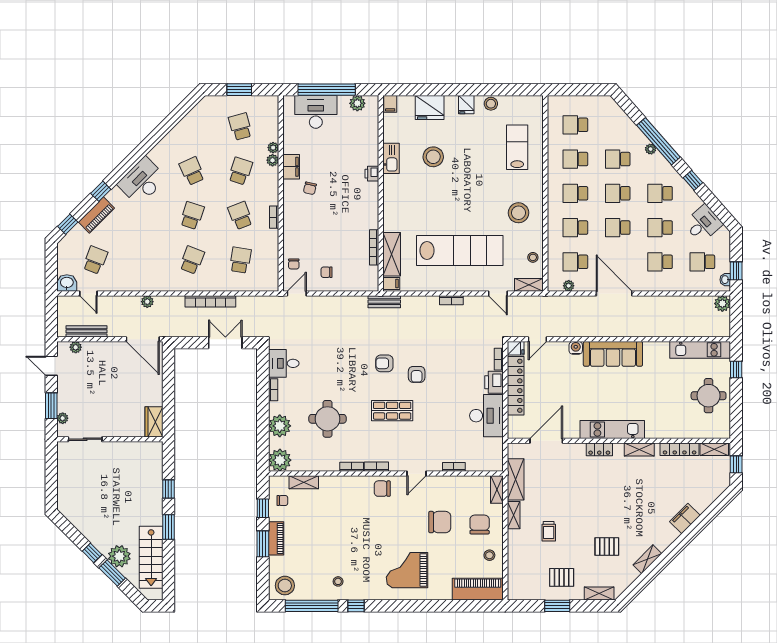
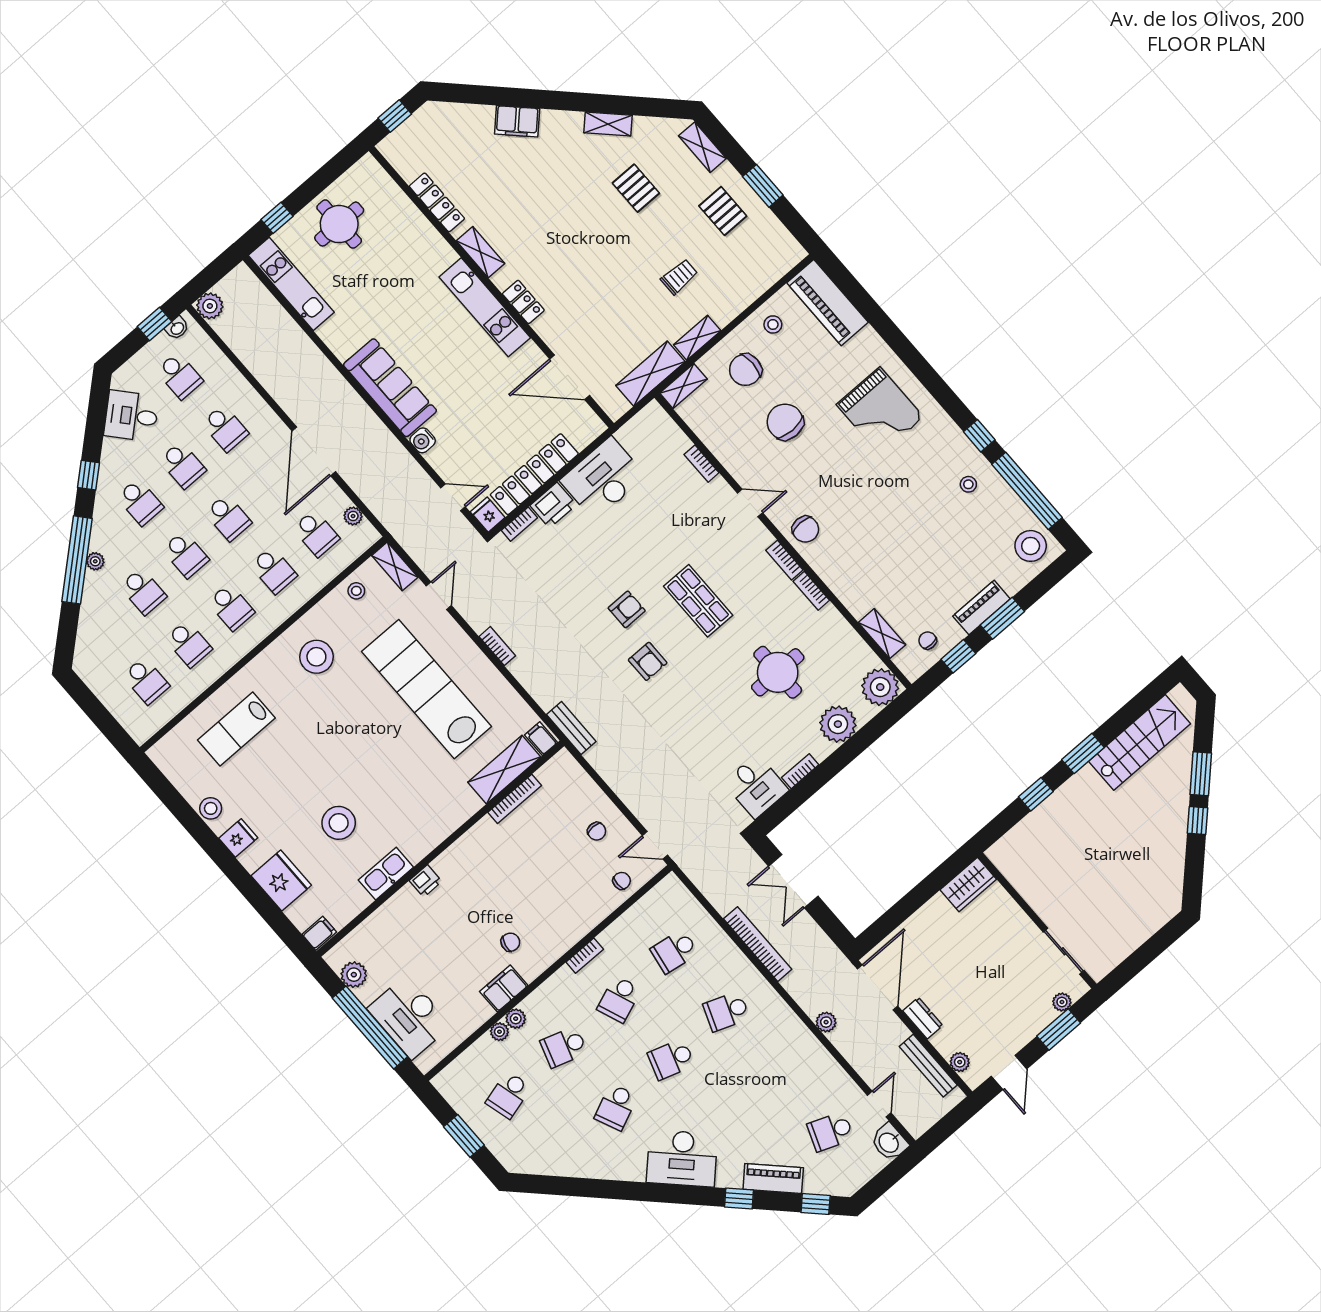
dresser: (111, 348) -> (923, 1018), added
shelving: (714, 449) -> (399, 159), removed
plant: (119, 556) -> (1172, 783), removed

